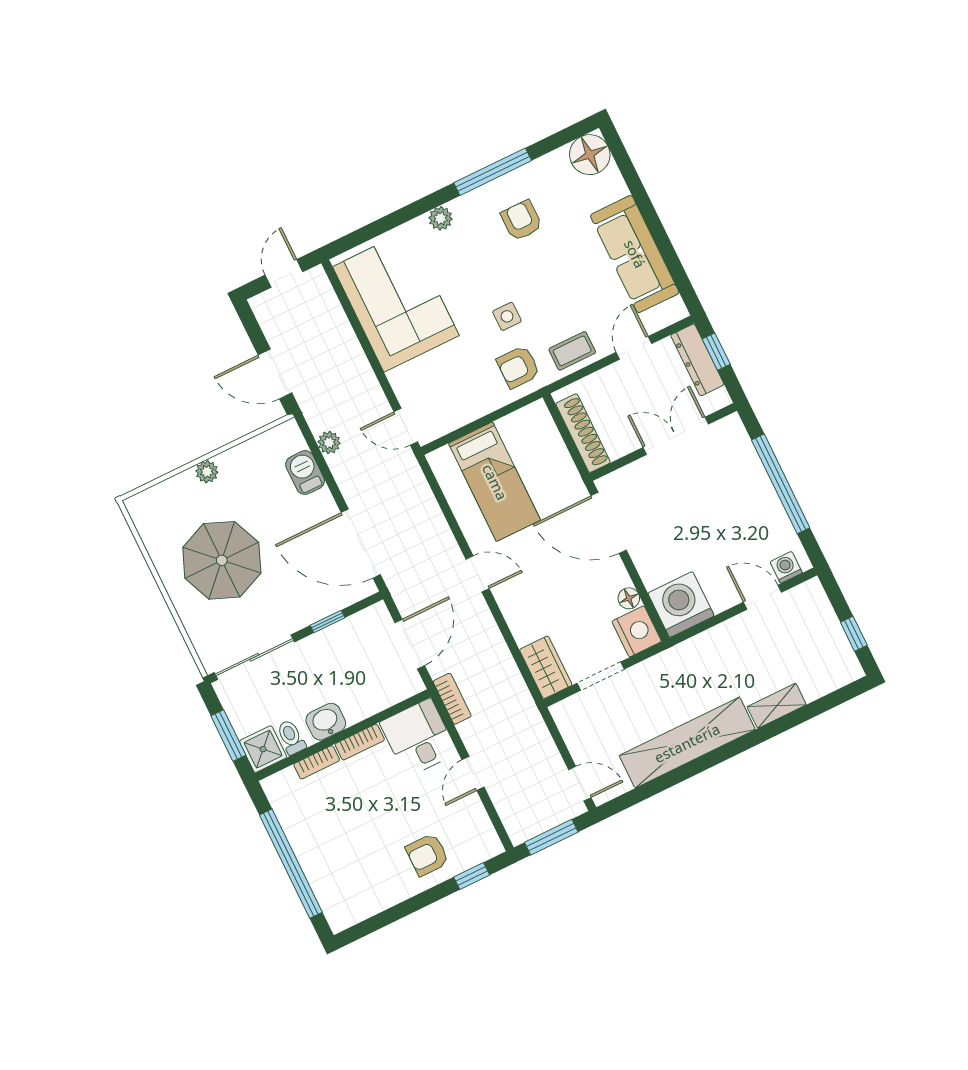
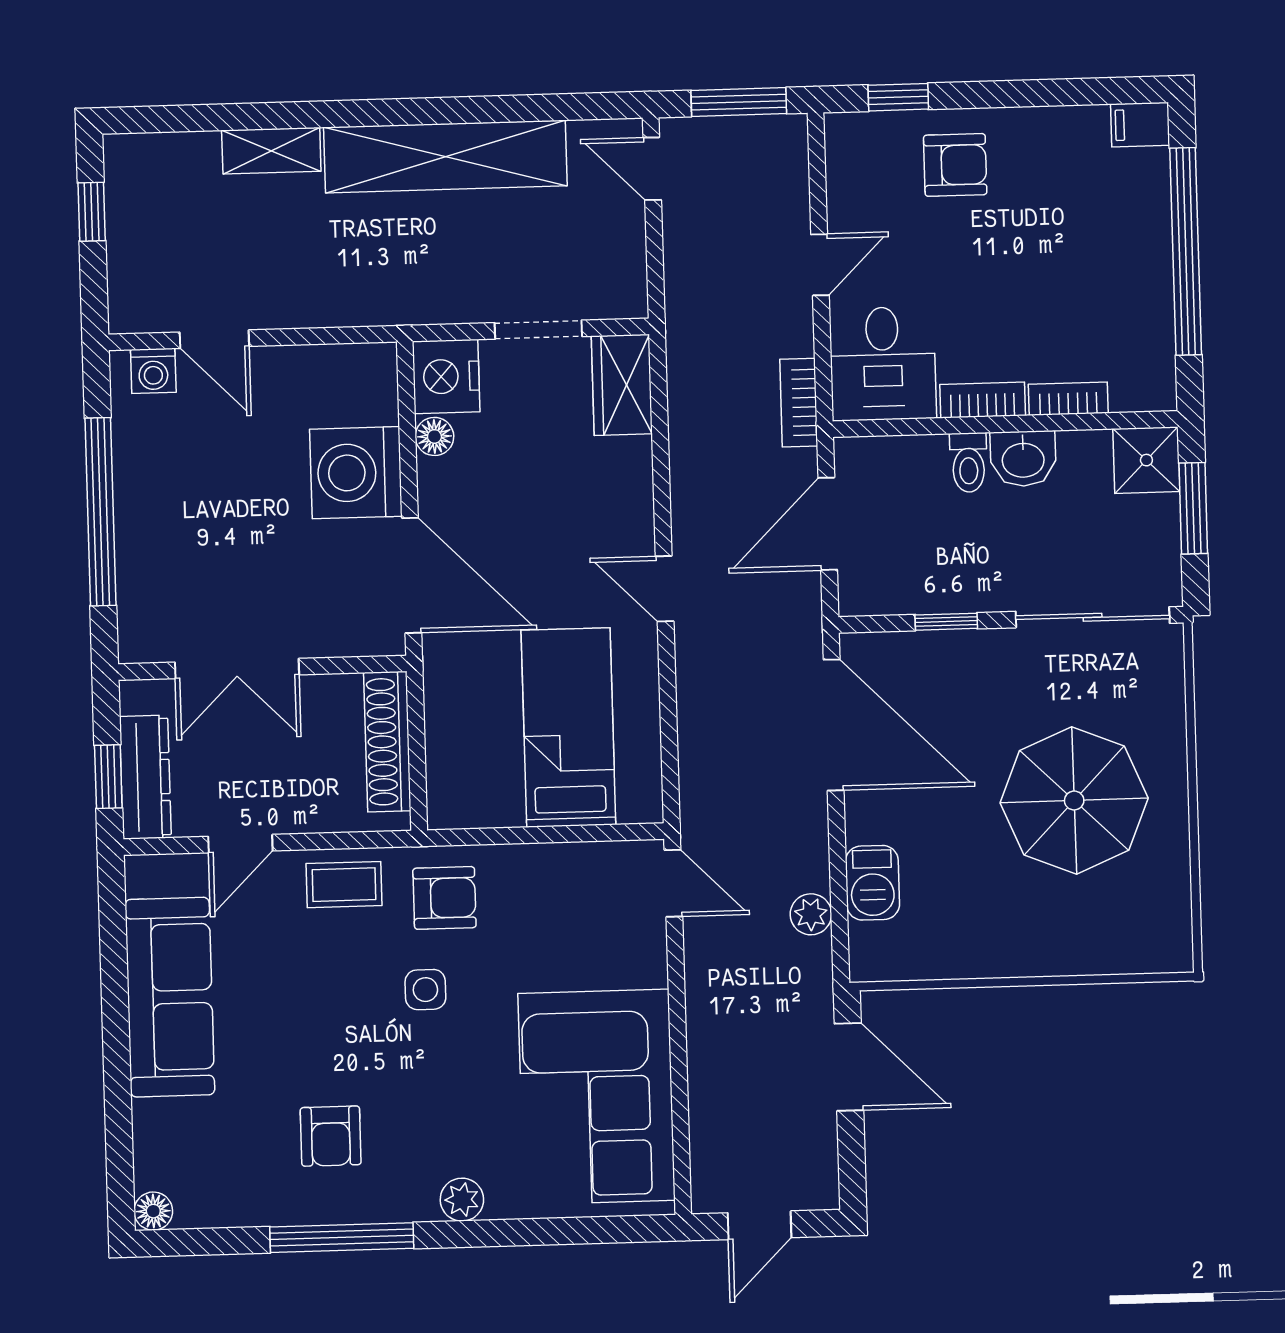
floor lamp: (590, 155) -> (153, 1211), width x0.53, depth x0.53
plant: (207, 472) -> (1033, 957), removed
washing machine: (681, 604) -> (356, 473), moved, turned 90
toilet: (291, 737) -> (969, 462), moved
filing cabinet: (343, 917) -> (1140, 125), added

